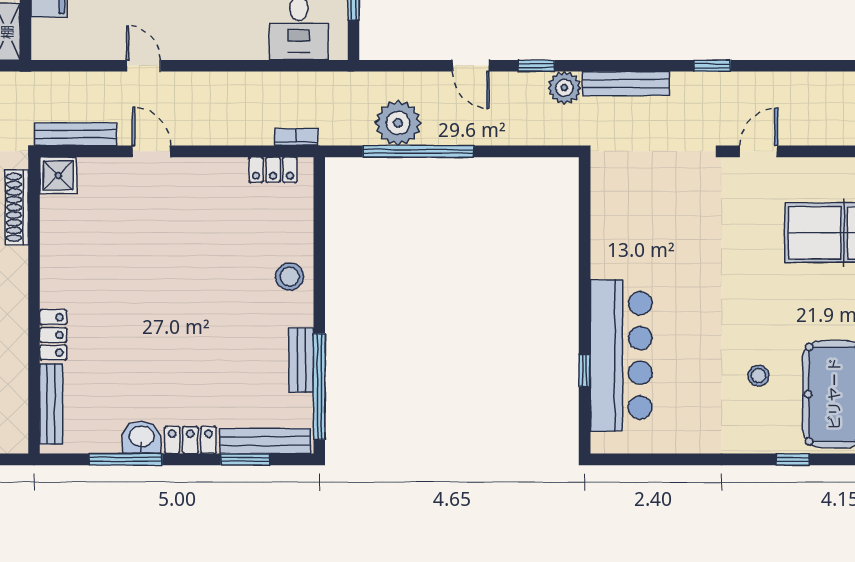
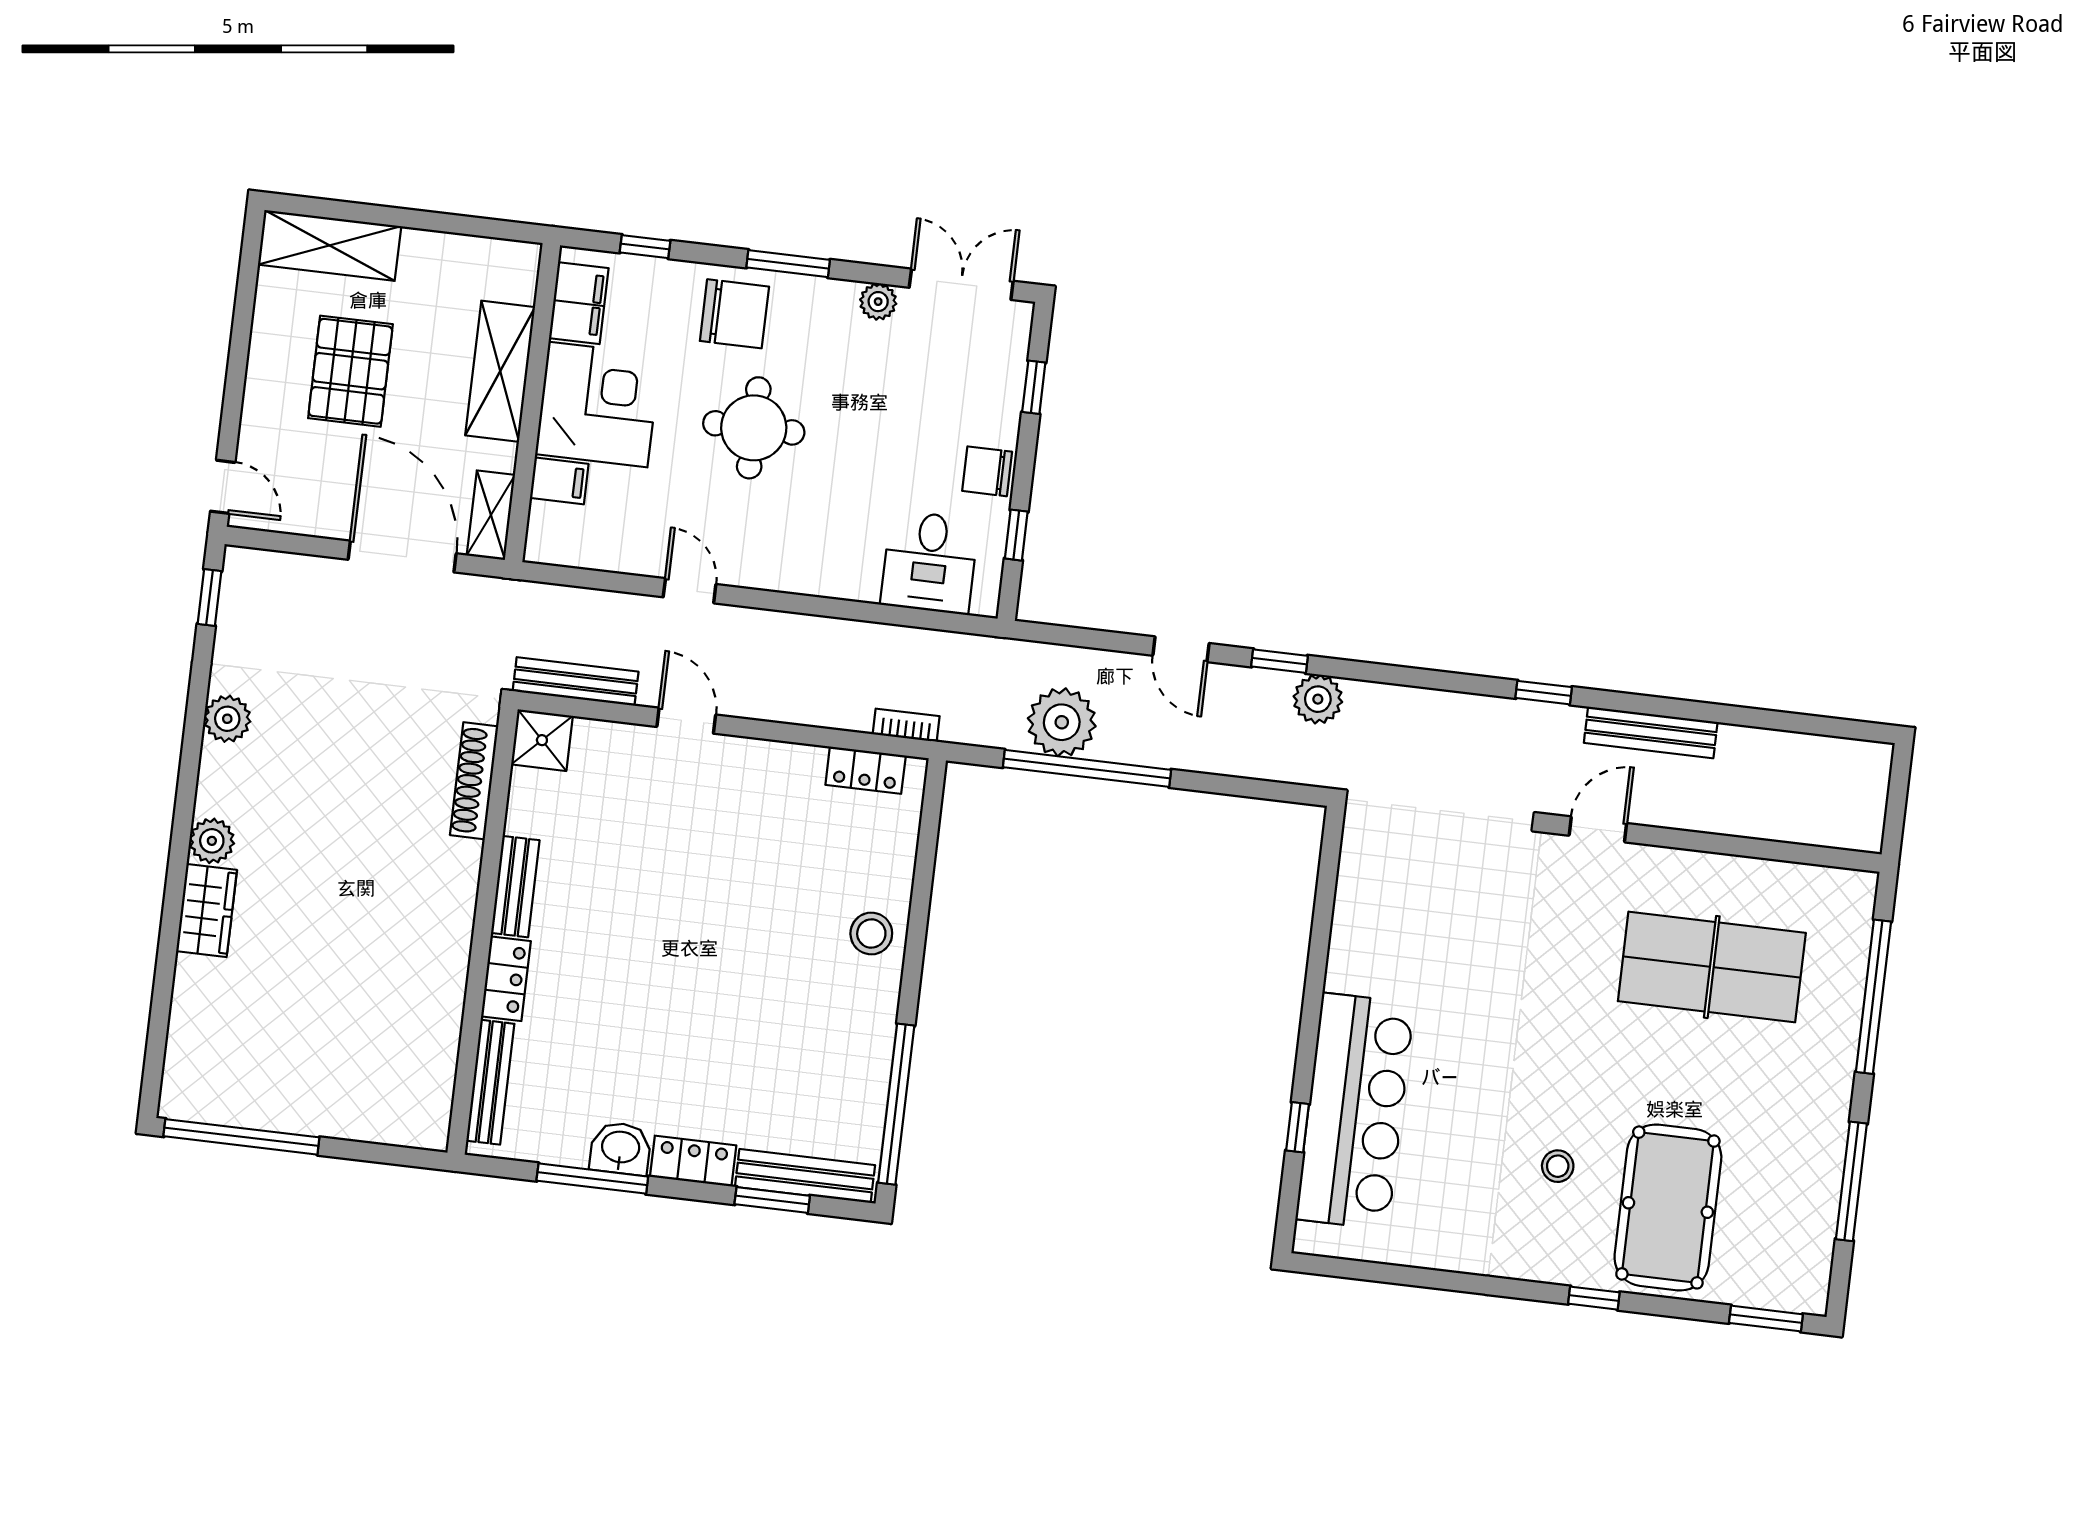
bench: (626, 84) -> (1651, 732), moved
bench: (301, 360) -> (515, 887), moved

